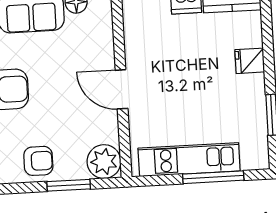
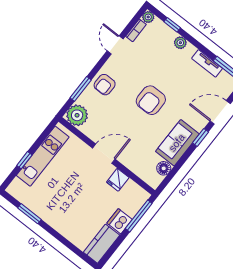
fridge: (250, 61) -> (118, 180), moved, turned 180
window: (213, 177) -> (24, 160), width x0.46

